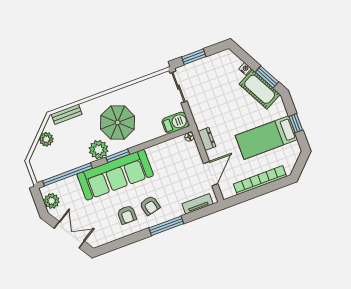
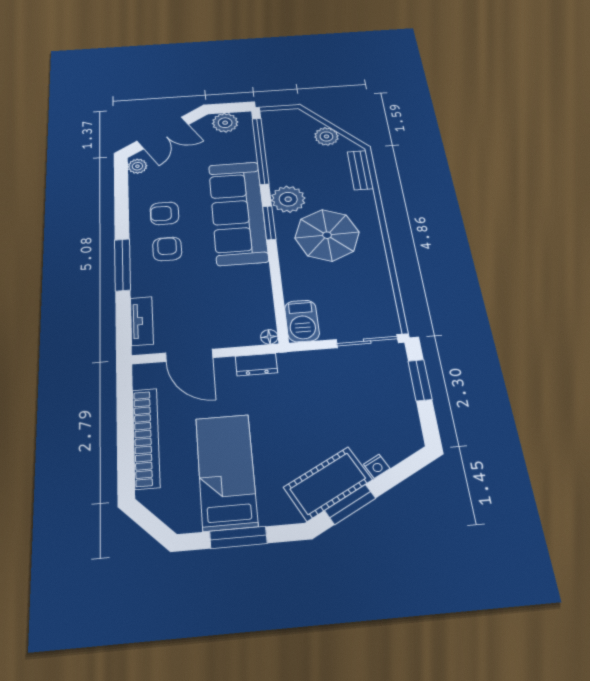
window: (296, 123) -> (238, 537), width x1.50
armchair: (150, 205) -> (167, 249), turned 103
plant: (98, 241) -> (137, 166), added

